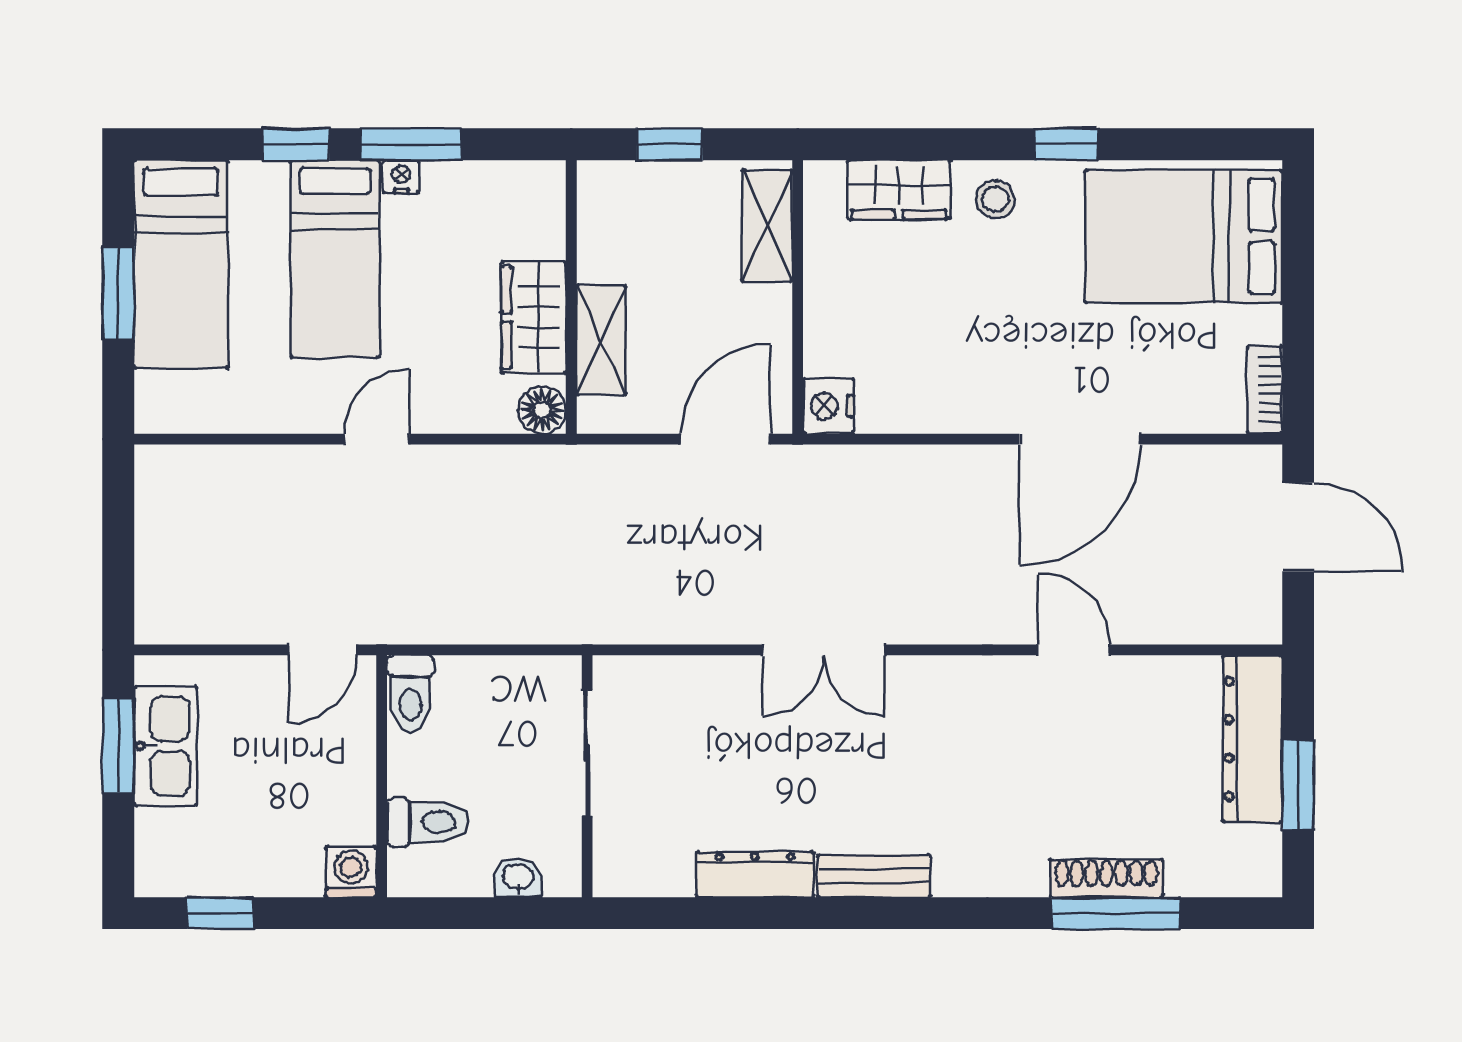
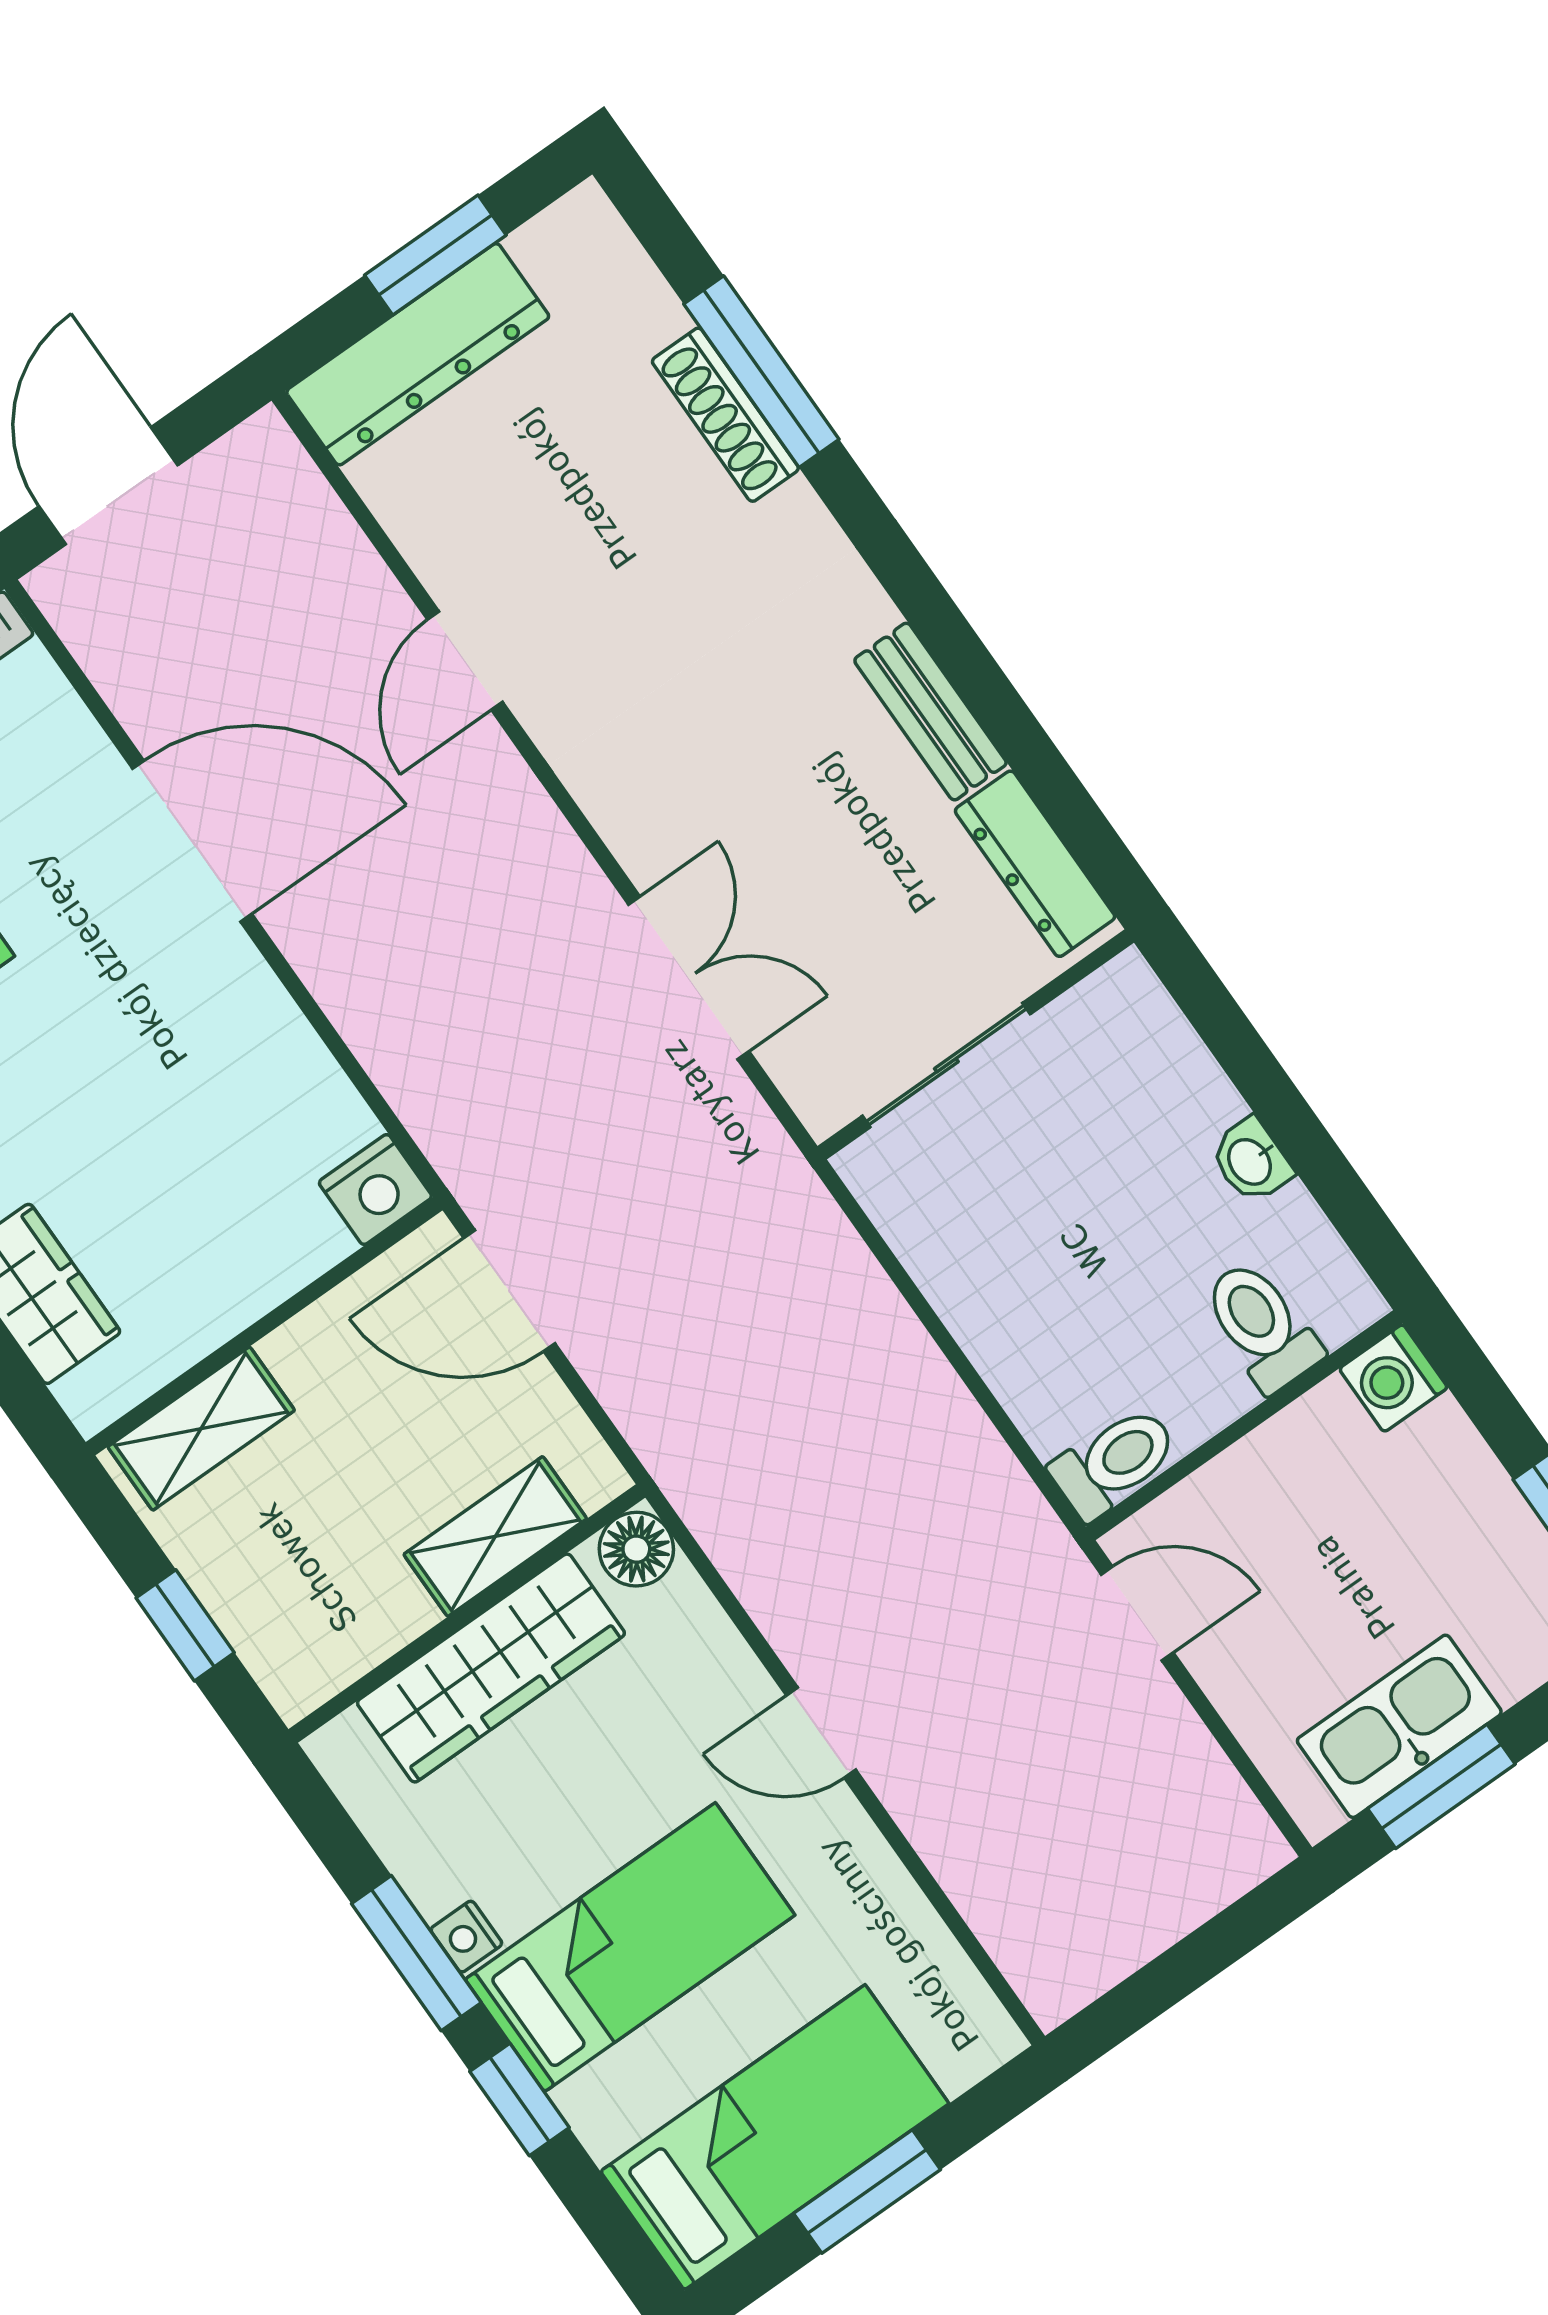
wardrobe: (534, 317) -> (491, 1668), width x1.50
sliding door: (587, 753) -> (946, 1065), moved
wall: (587, 776) -> (976, 1044), moved

